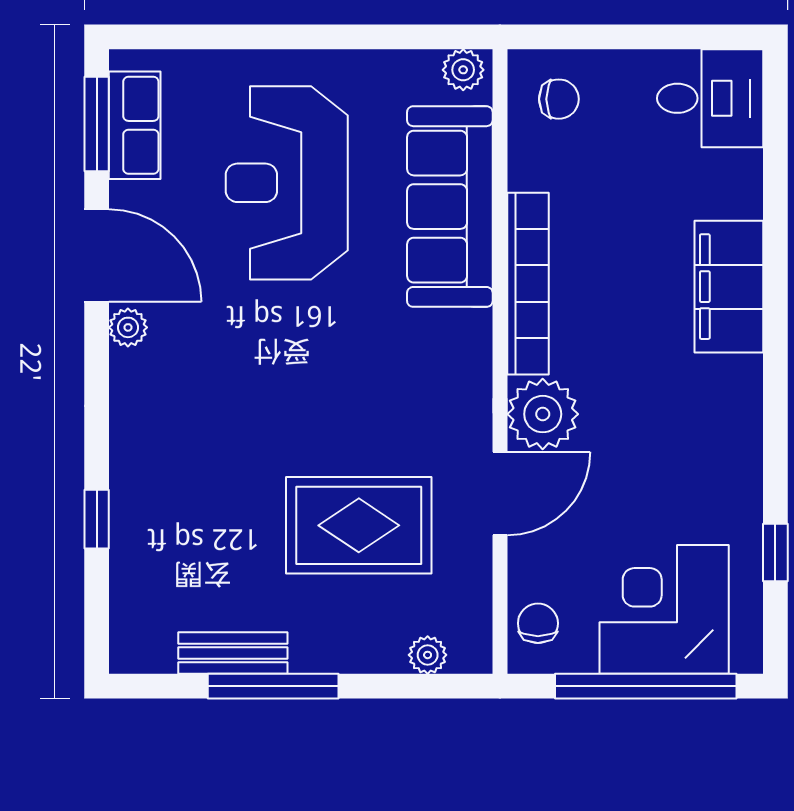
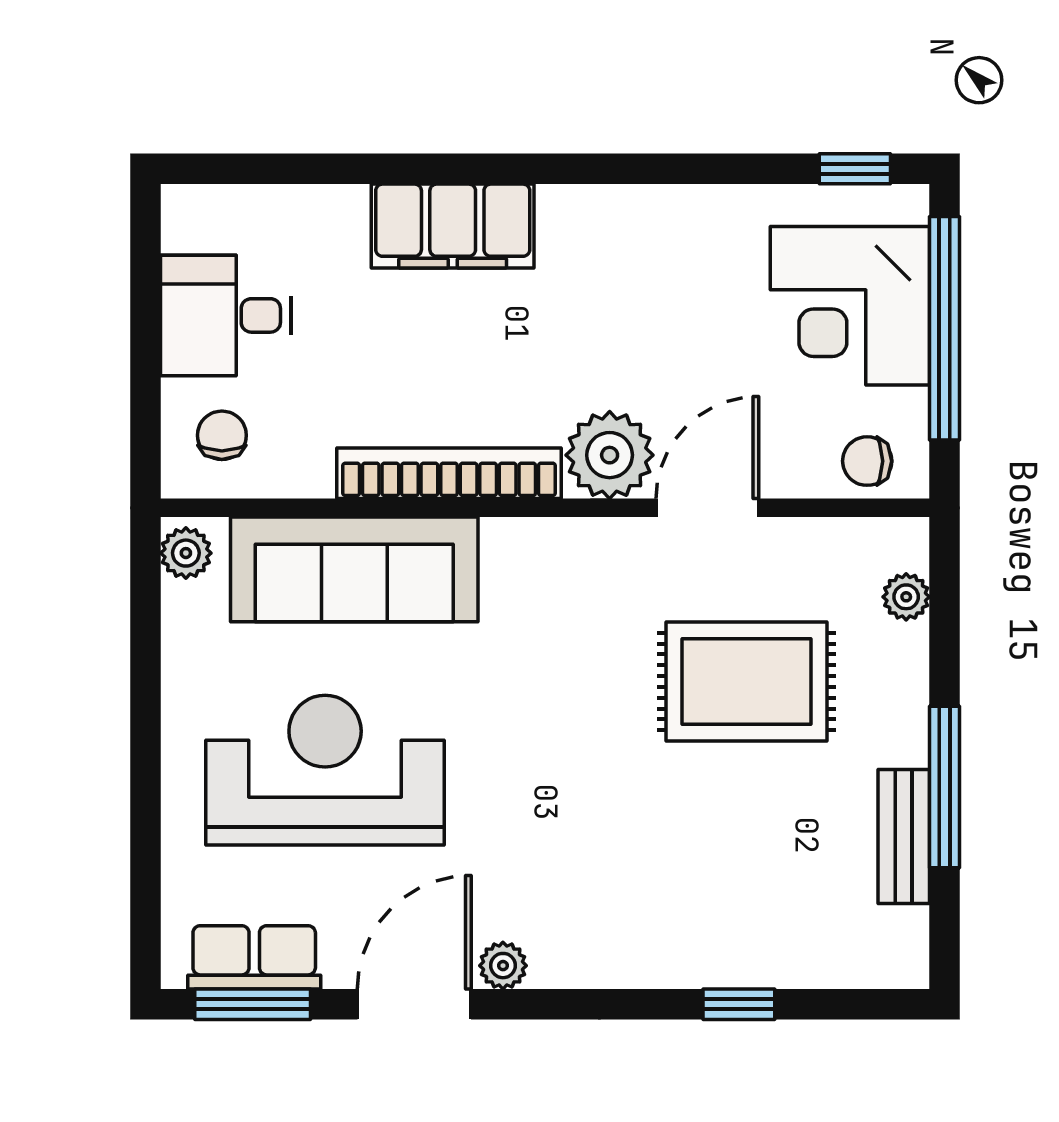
desk: (710, 98) -> (226, 315), moved, turned -90
reception desk: (287, 183) -> (325, 770), turned 180
door: (500, 493) -> (707, 508), hinge flipped
rug: (359, 525) -> (747, 681), turned 90
window: (775, 553) -> (855, 169), moved

